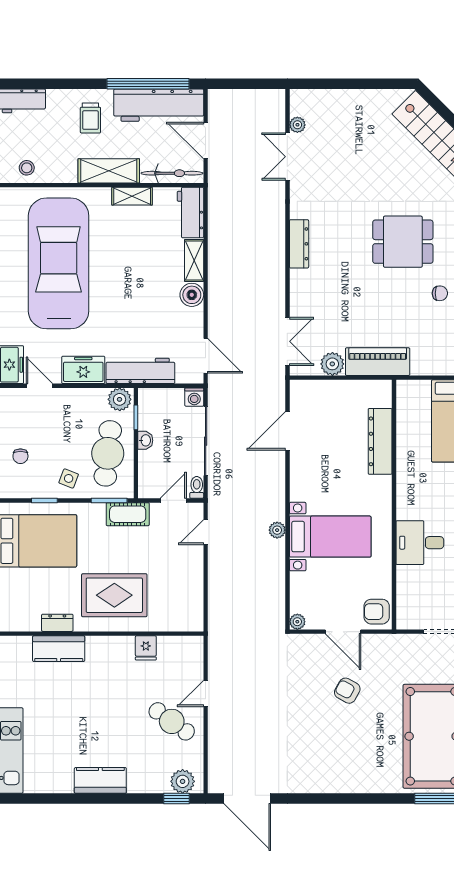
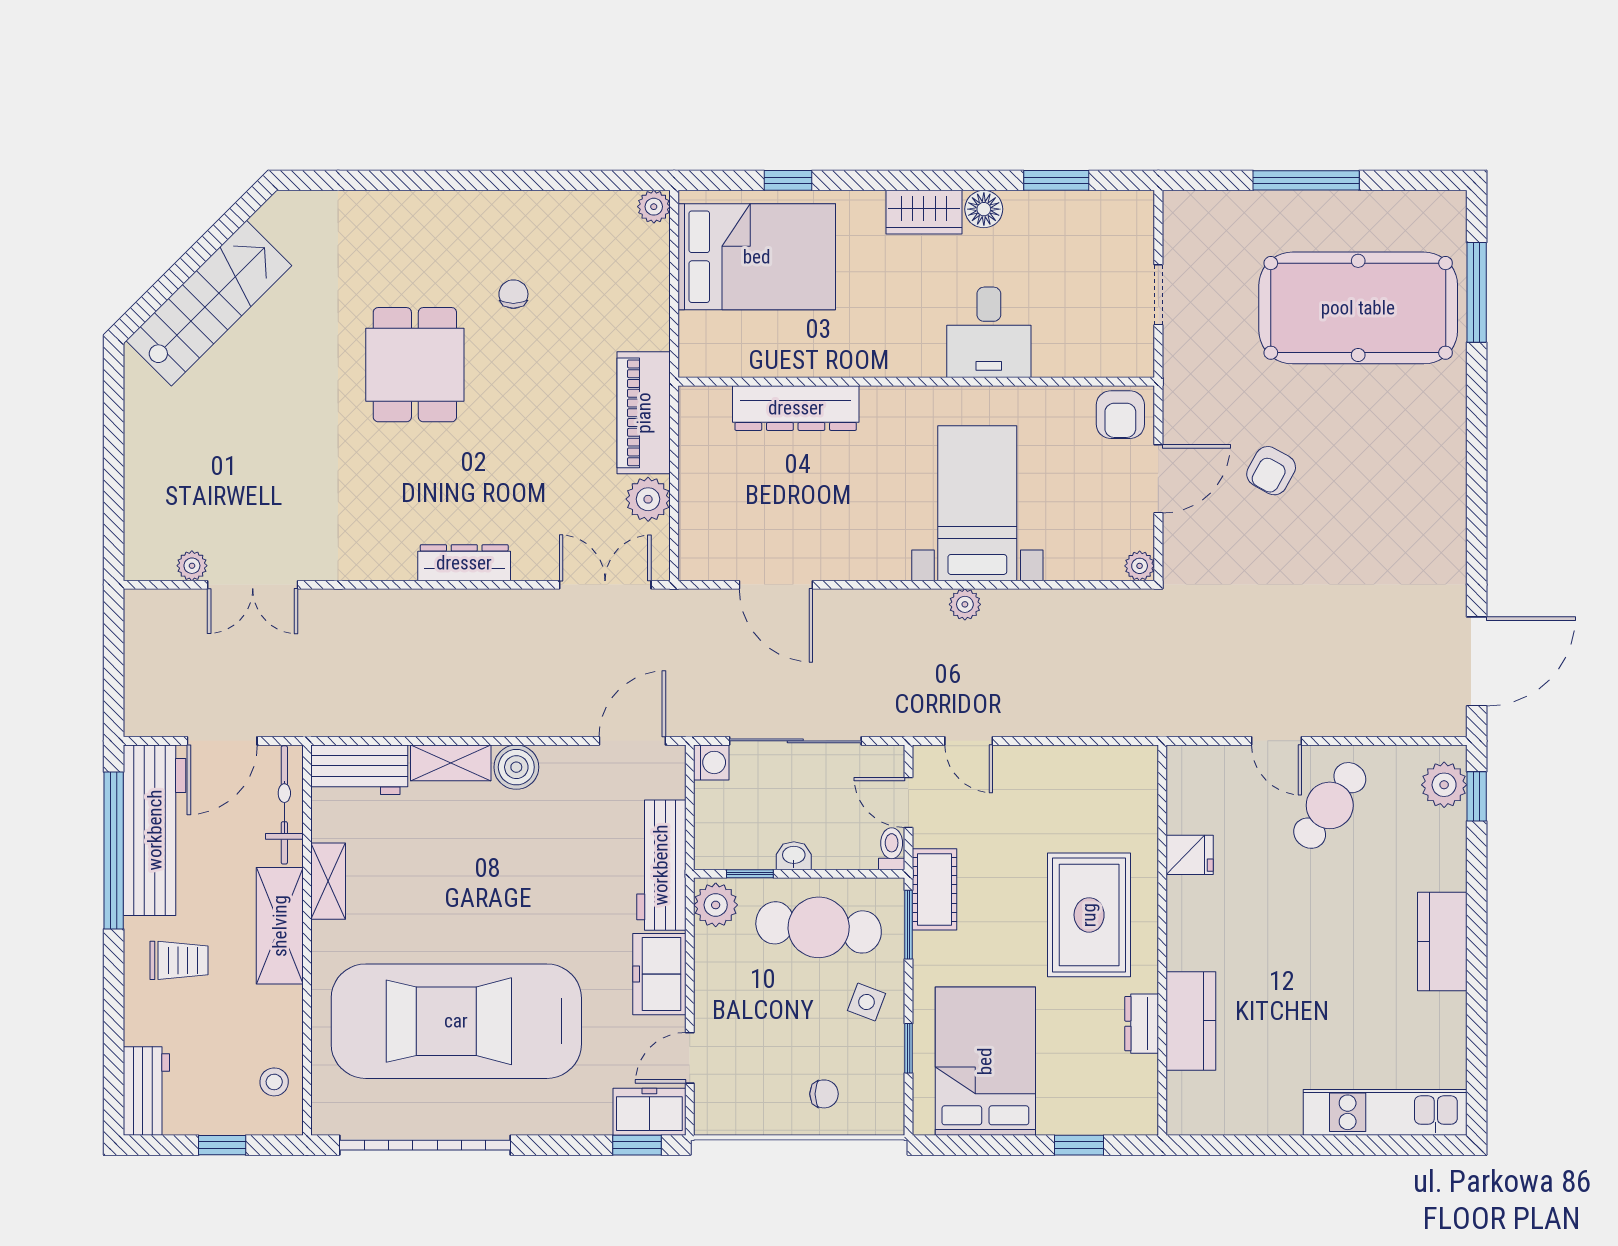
dresser: (299, 244) -> (464, 563), moved
toilet: (197, 487) -> (892, 849), moved, turned 90

